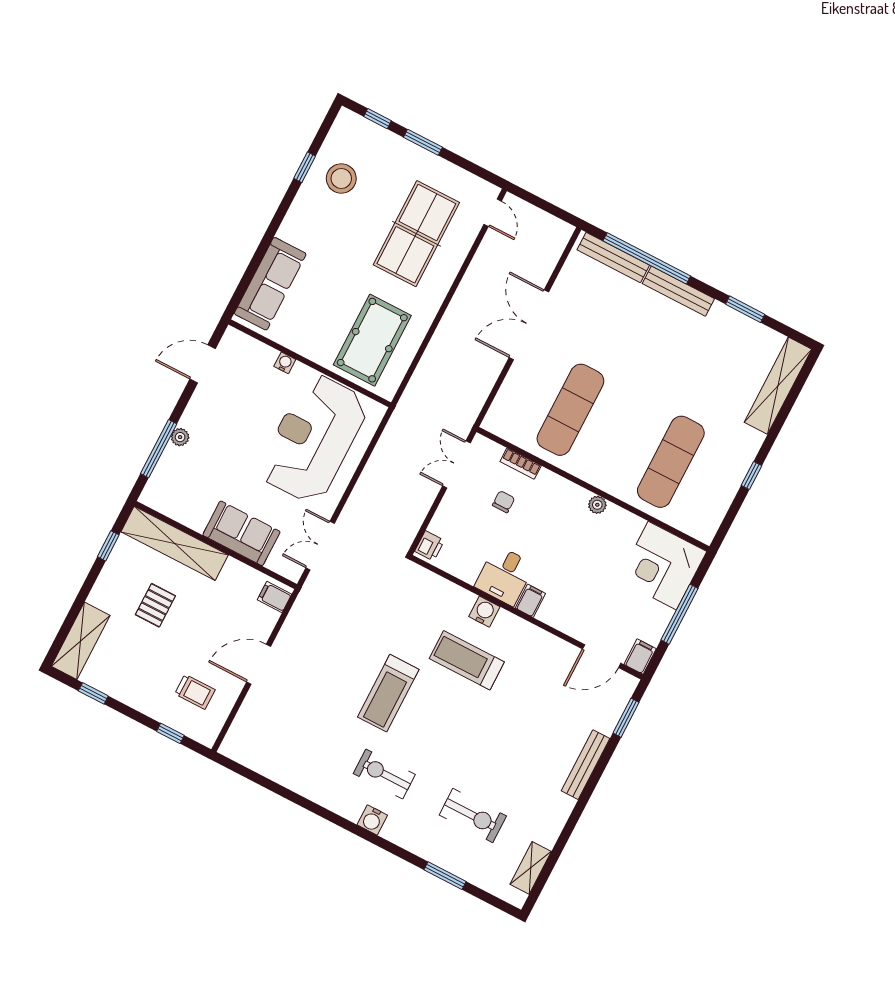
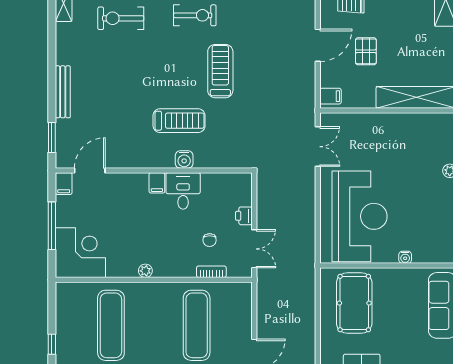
sofa: (241, 533) -> (375, 127), removed
printer: (430, 546) -> (244, 216), moved
pallet: (155, 605) -> (366, 51), moved

